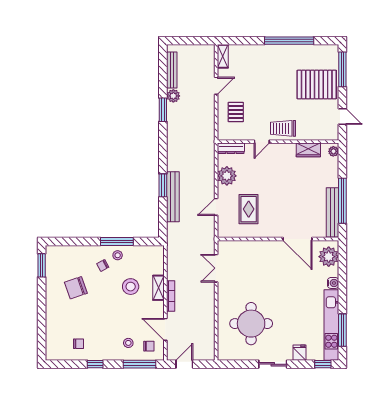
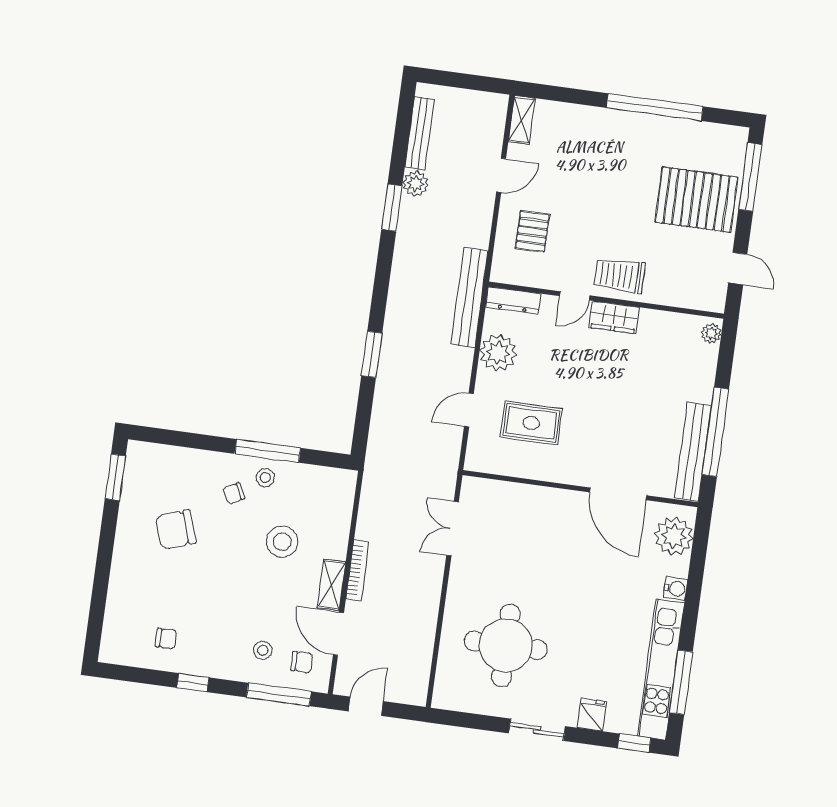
wardrobe: (308, 150) -> (614, 317), moved
bench: (173, 197) -> (469, 298), moved
rug: (249, 209) -> (531, 423), turned 90
shelving: (159, 288) -> (331, 585), moved

